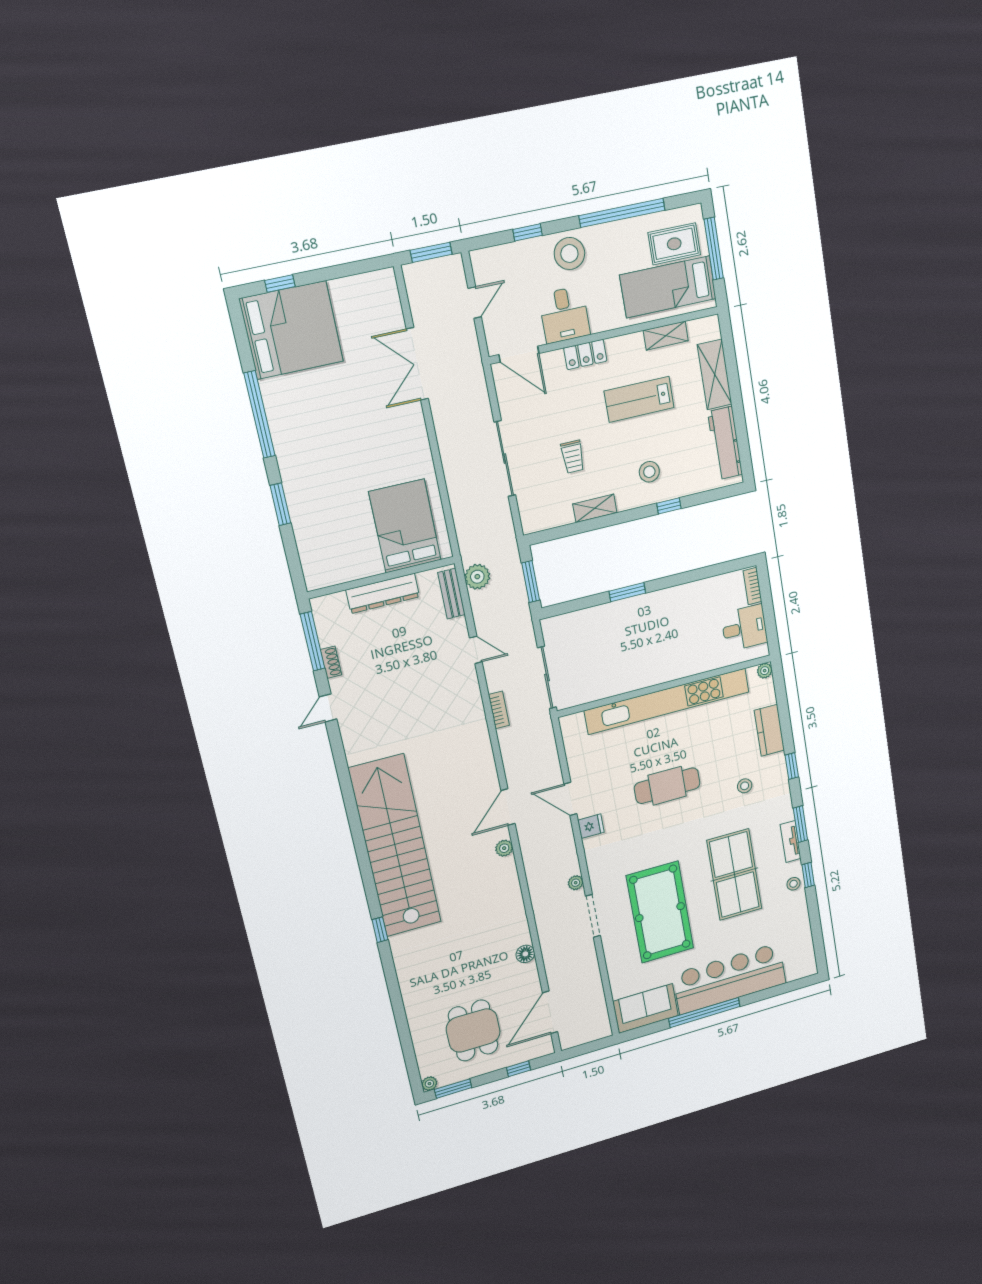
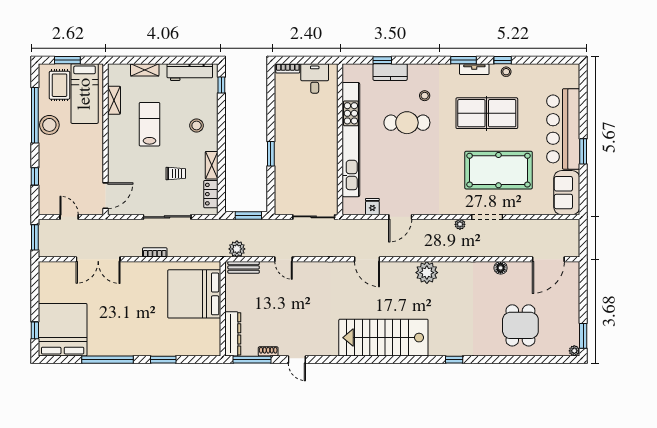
window: (714, 249) -> (67, 60), width x0.69
stool: (569, 254) -> (49, 125), moved
desk: (564, 315) -> (88, 163), removed
locker: (585, 354) -> (211, 194), moved, turned 180
shelving: (715, 374) -> (145, 70), width x0.67, depth x0.75
lab bench: (639, 399) -> (150, 124), turned 180
window: (669, 506) -> (221, 85), moved
bed: (405, 526) -> (194, 294), width x1.36
dresser: (383, 593) -> (233, 334), moved
door: (476, 650) -> (284, 259), swing flipped
plant: (765, 671) -> (348, 69), removed
bookcase: (499, 710) -> (155, 252), moved
window: (792, 766) -> (382, 60), moved
cafe table: (667, 786) -> (407, 123), moved, turned 90
door: (508, 807) -> (367, 259), moved
fridge: (591, 826) -> (372, 207), moved
stairs: (395, 846) -> (383, 338), width x0.73
plant: (504, 848) -> (427, 273), width x1.88, depth x1.88
door: (550, 1012) -> (548, 259), hinge flipped
window: (704, 1012) -> (583, 151), width x0.47
dining table: (473, 1030) -> (520, 325), moved, turned 90
window: (518, 1069) -> (583, 289), removed

